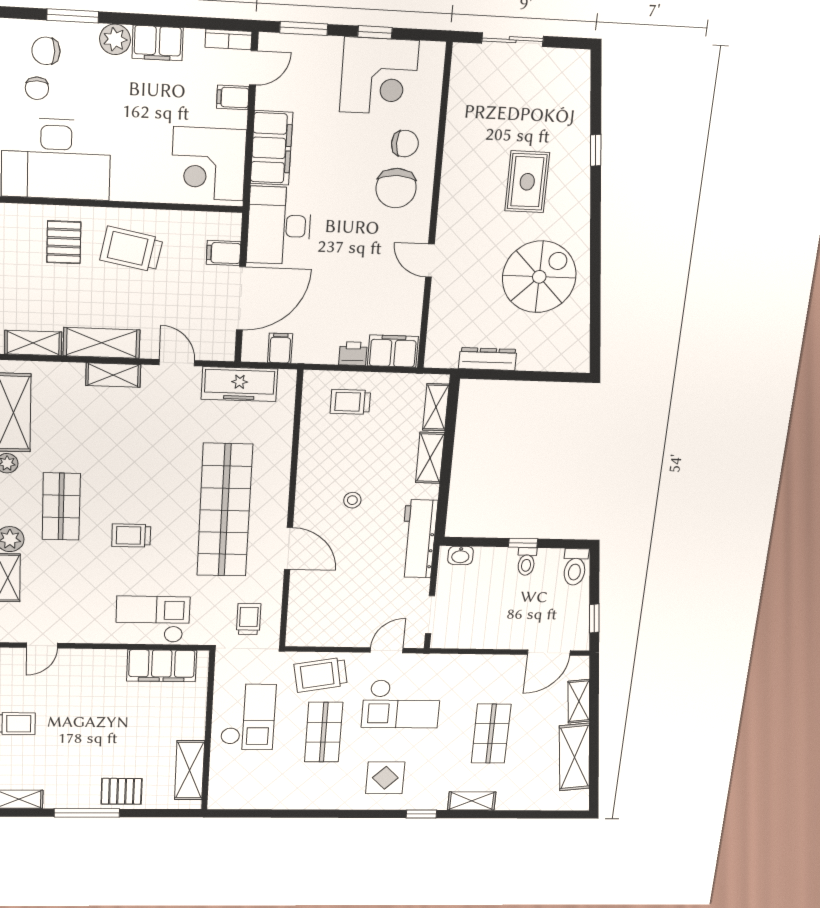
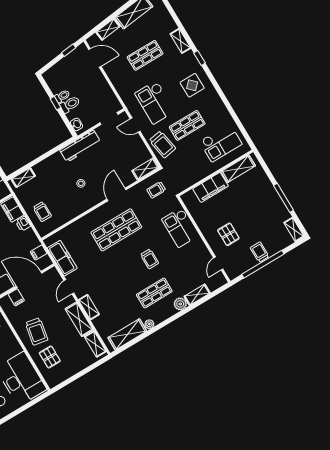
pallet: (64, 242) -> (50, 357), turned 90
shelving: (430, 458) -> (145, 169), moved
shop shelf: (225, 510) -> (116, 230), width x0.71
toilet: (575, 567) -> (70, 104), moved
door: (42, 645) -> (218, 263), swing flipped
filing cabinet: (162, 666) -> (211, 187), moved, turned 90
checkout: (401, 704) -> (155, 102), turned 180
checkout: (248, 717) -> (221, 143), moved, turned 180
pallet: (122, 791) -> (228, 234), moved

